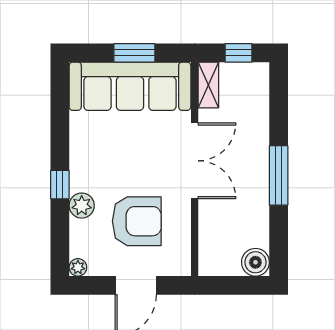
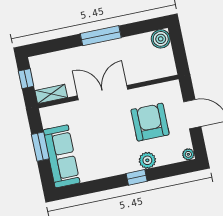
sofa: (130, 86) -> (62, 156), width x0.74, depth x0.79

